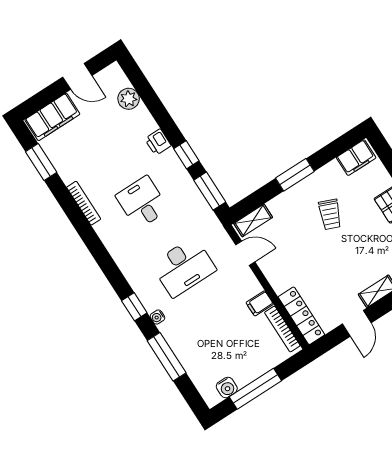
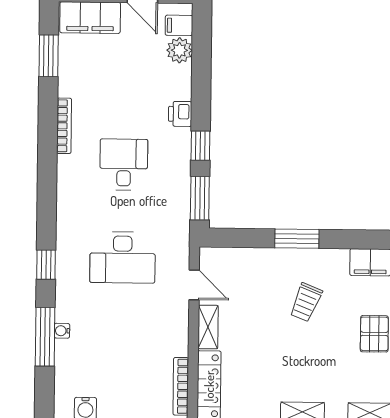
shelving: (253, 220) -> (208, 327), moved, turned 90
filing cabinet: (260, 303) -> (179, 25), moved
water cooler: (157, 317) -> (62, 331), moved

